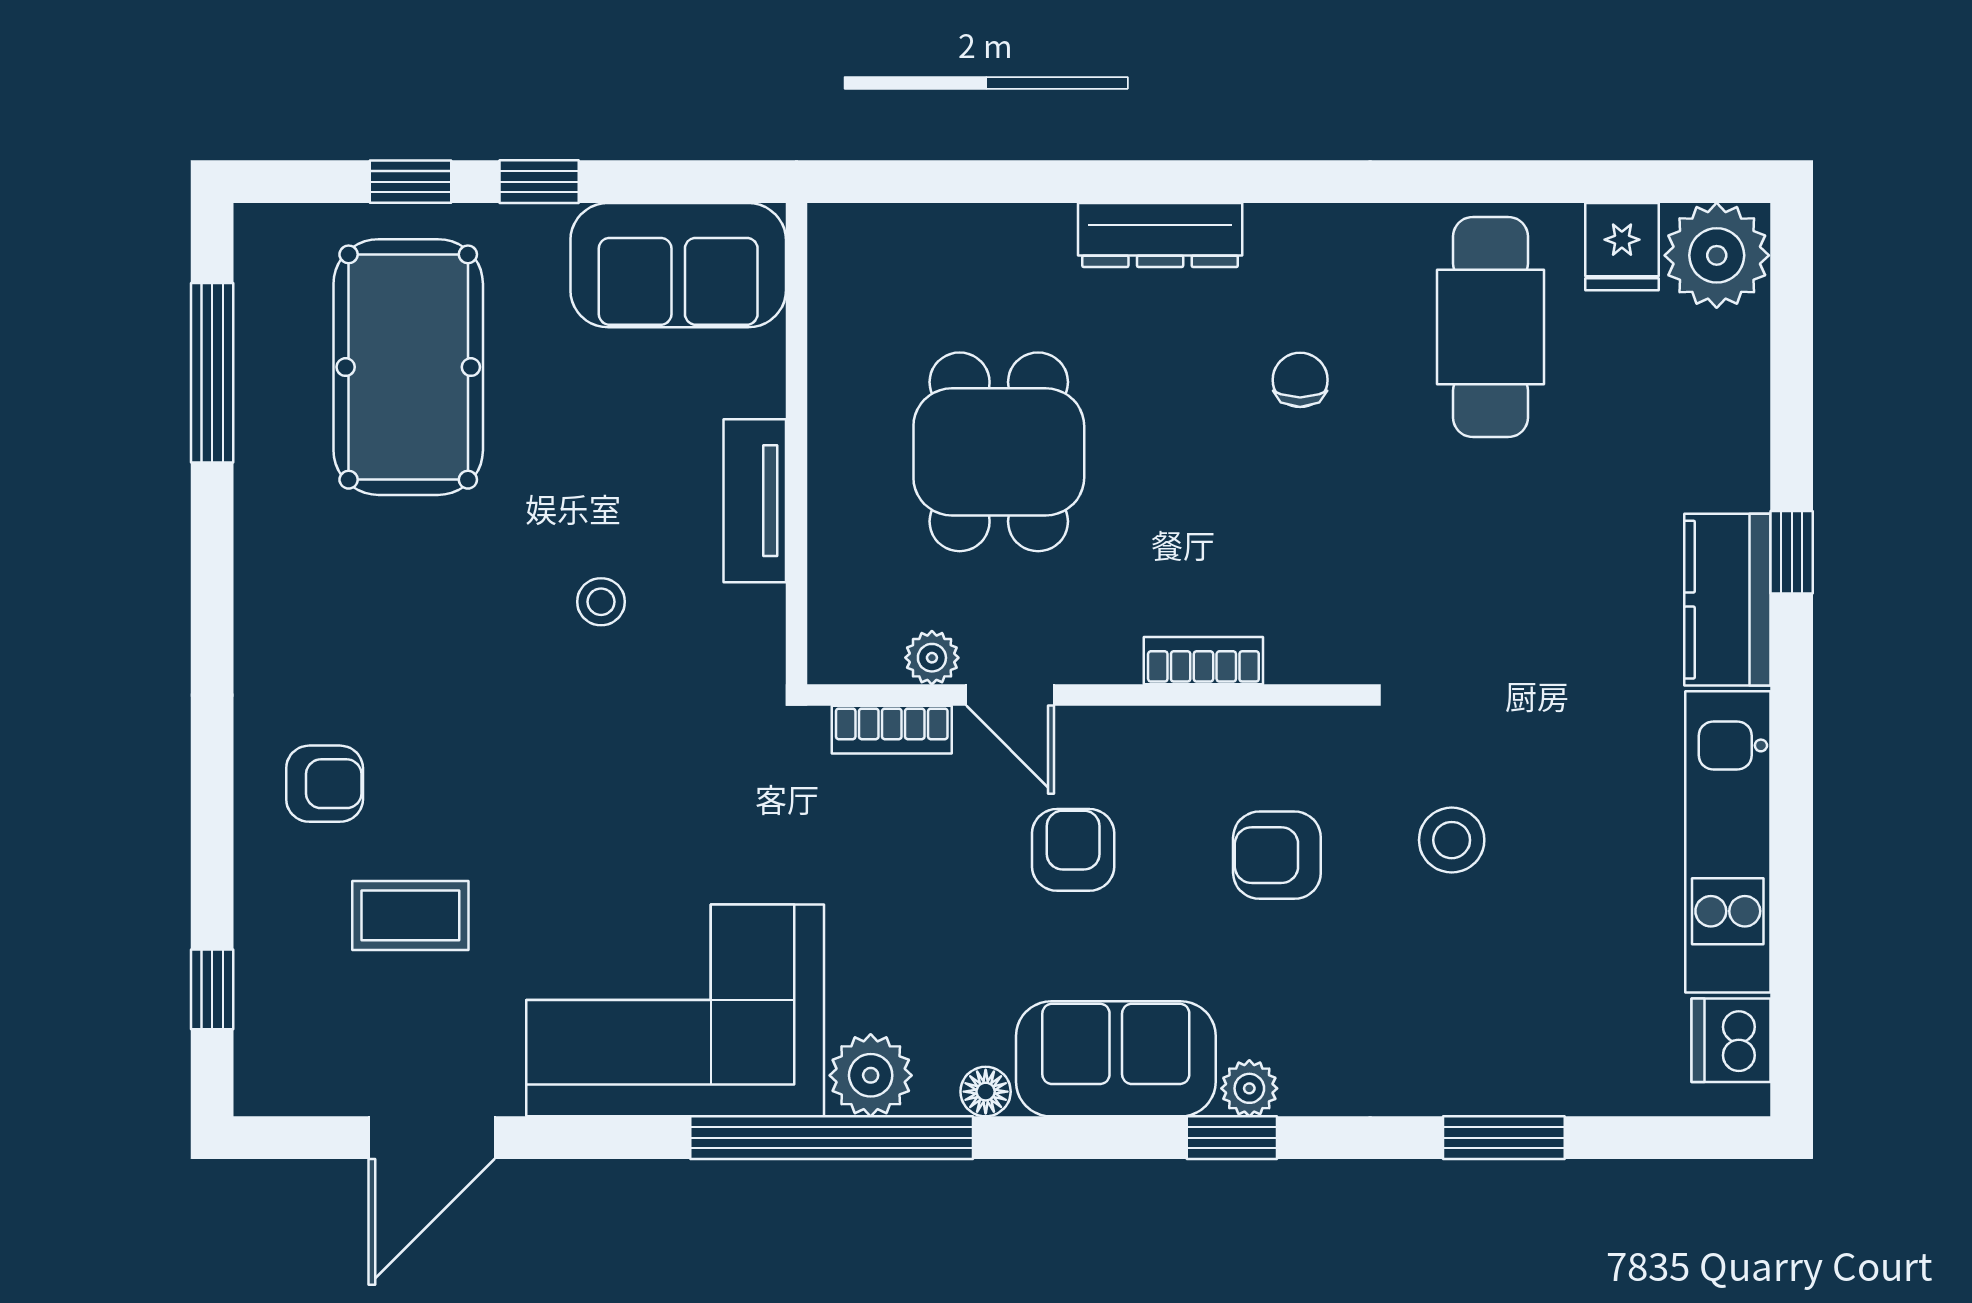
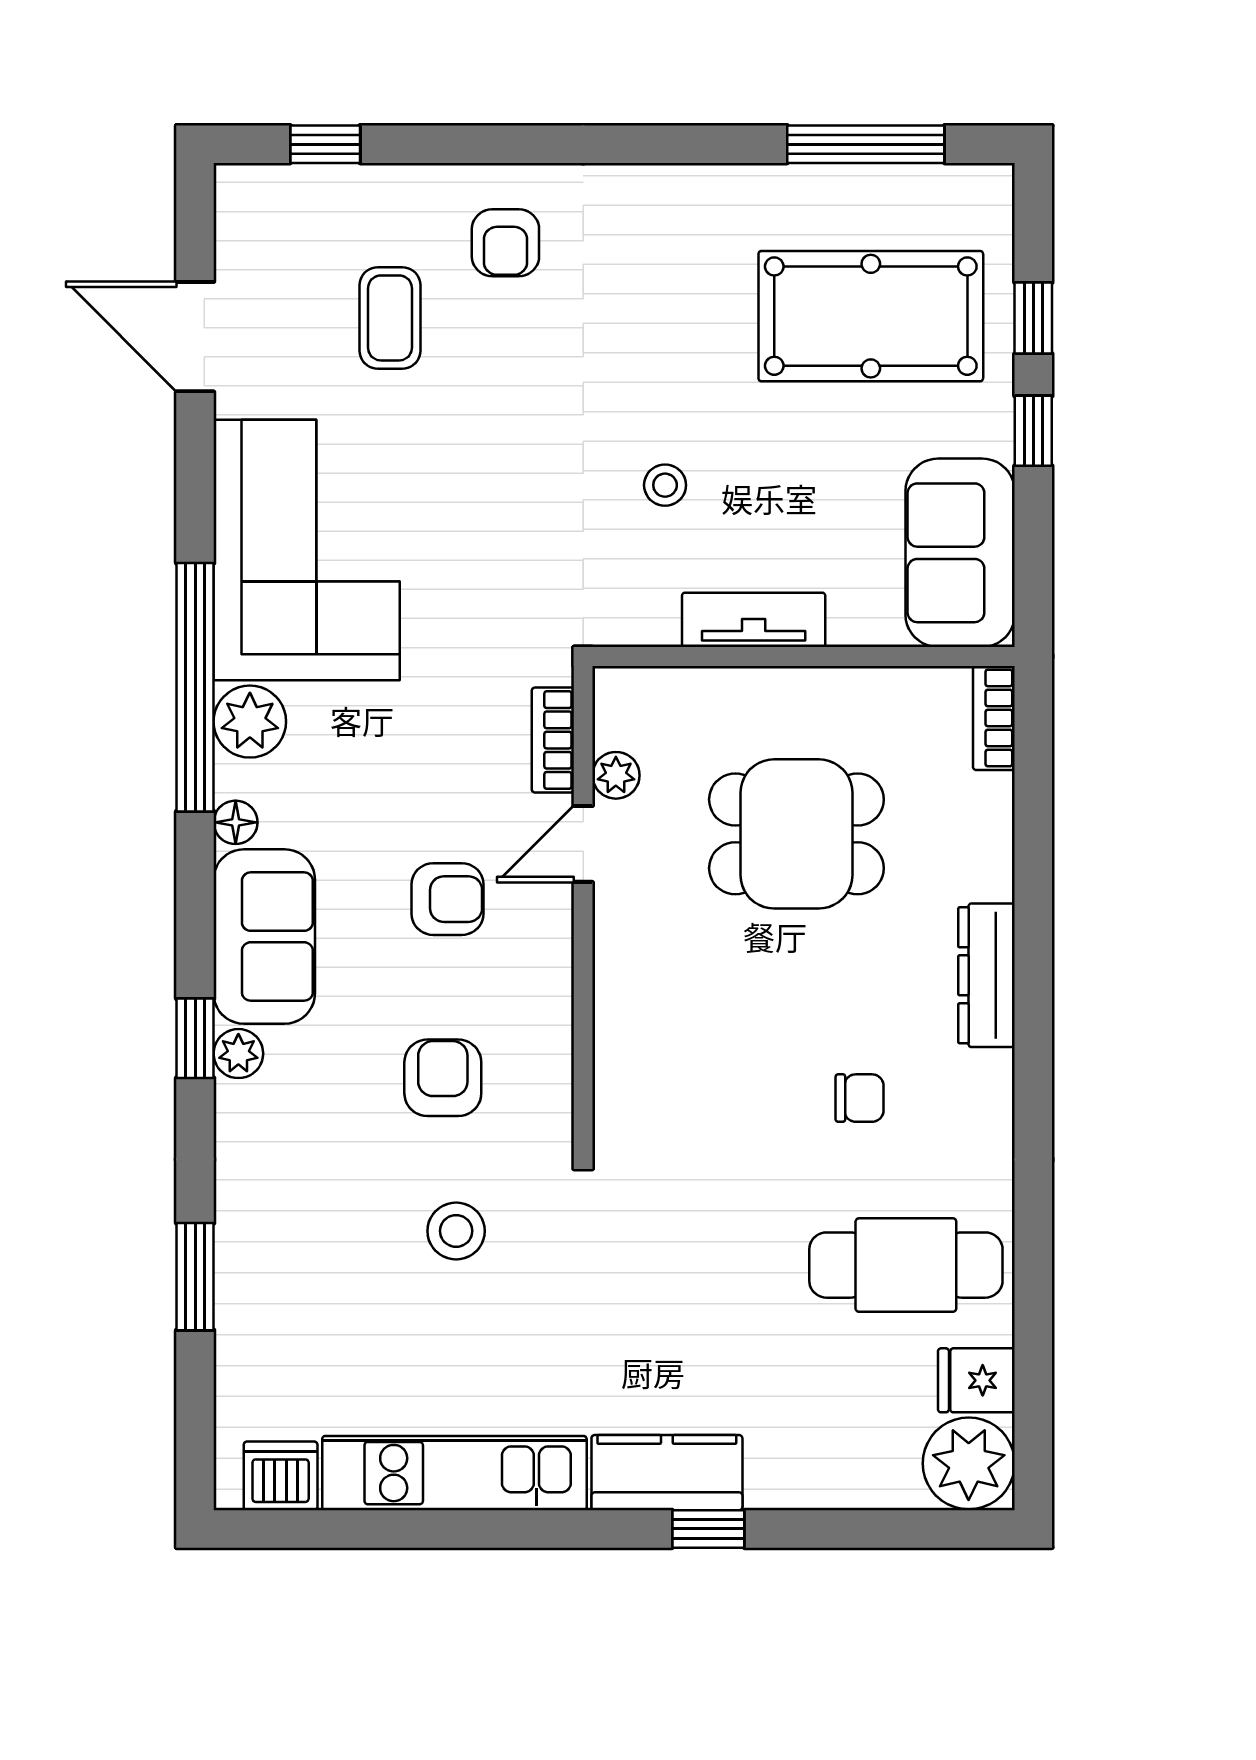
bookcase: (1203, 661) -> (994, 718), moved, turned 180

